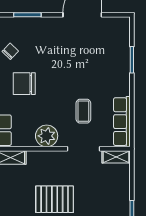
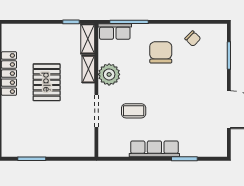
row of seats: (122, 122) -> (154, 149), moved
shelving: (116, 157) -> (88, 69), moved

